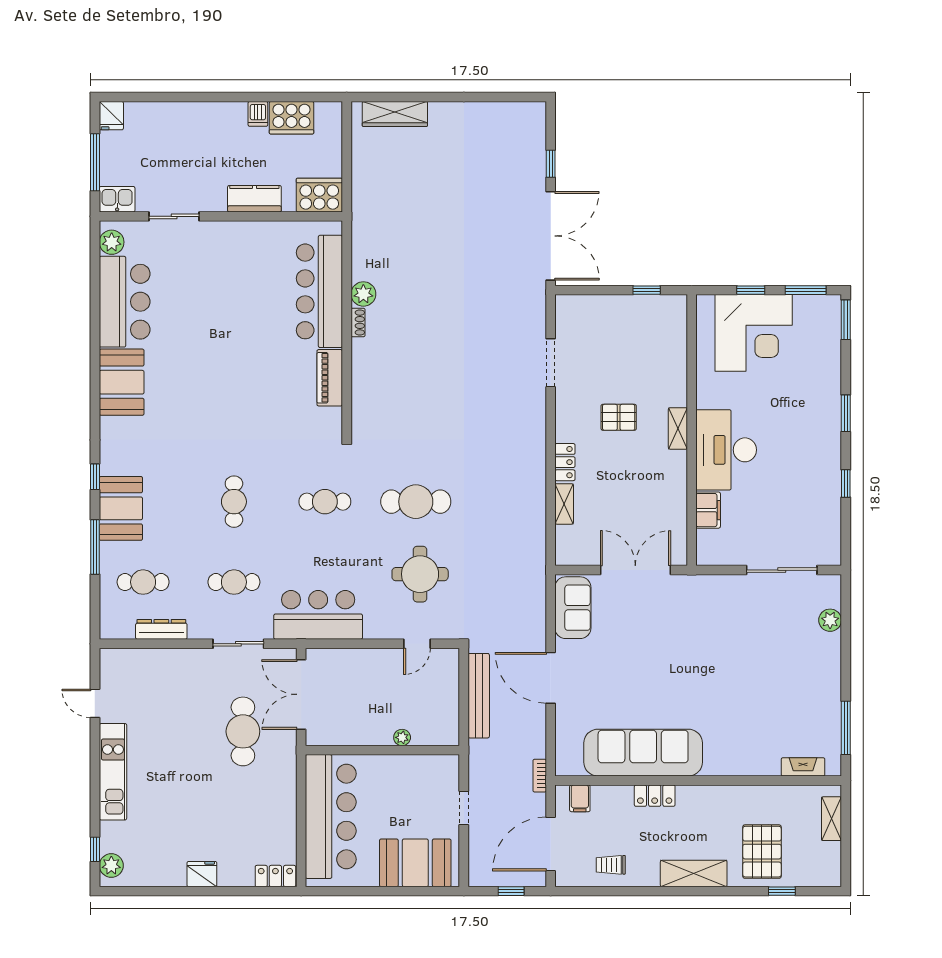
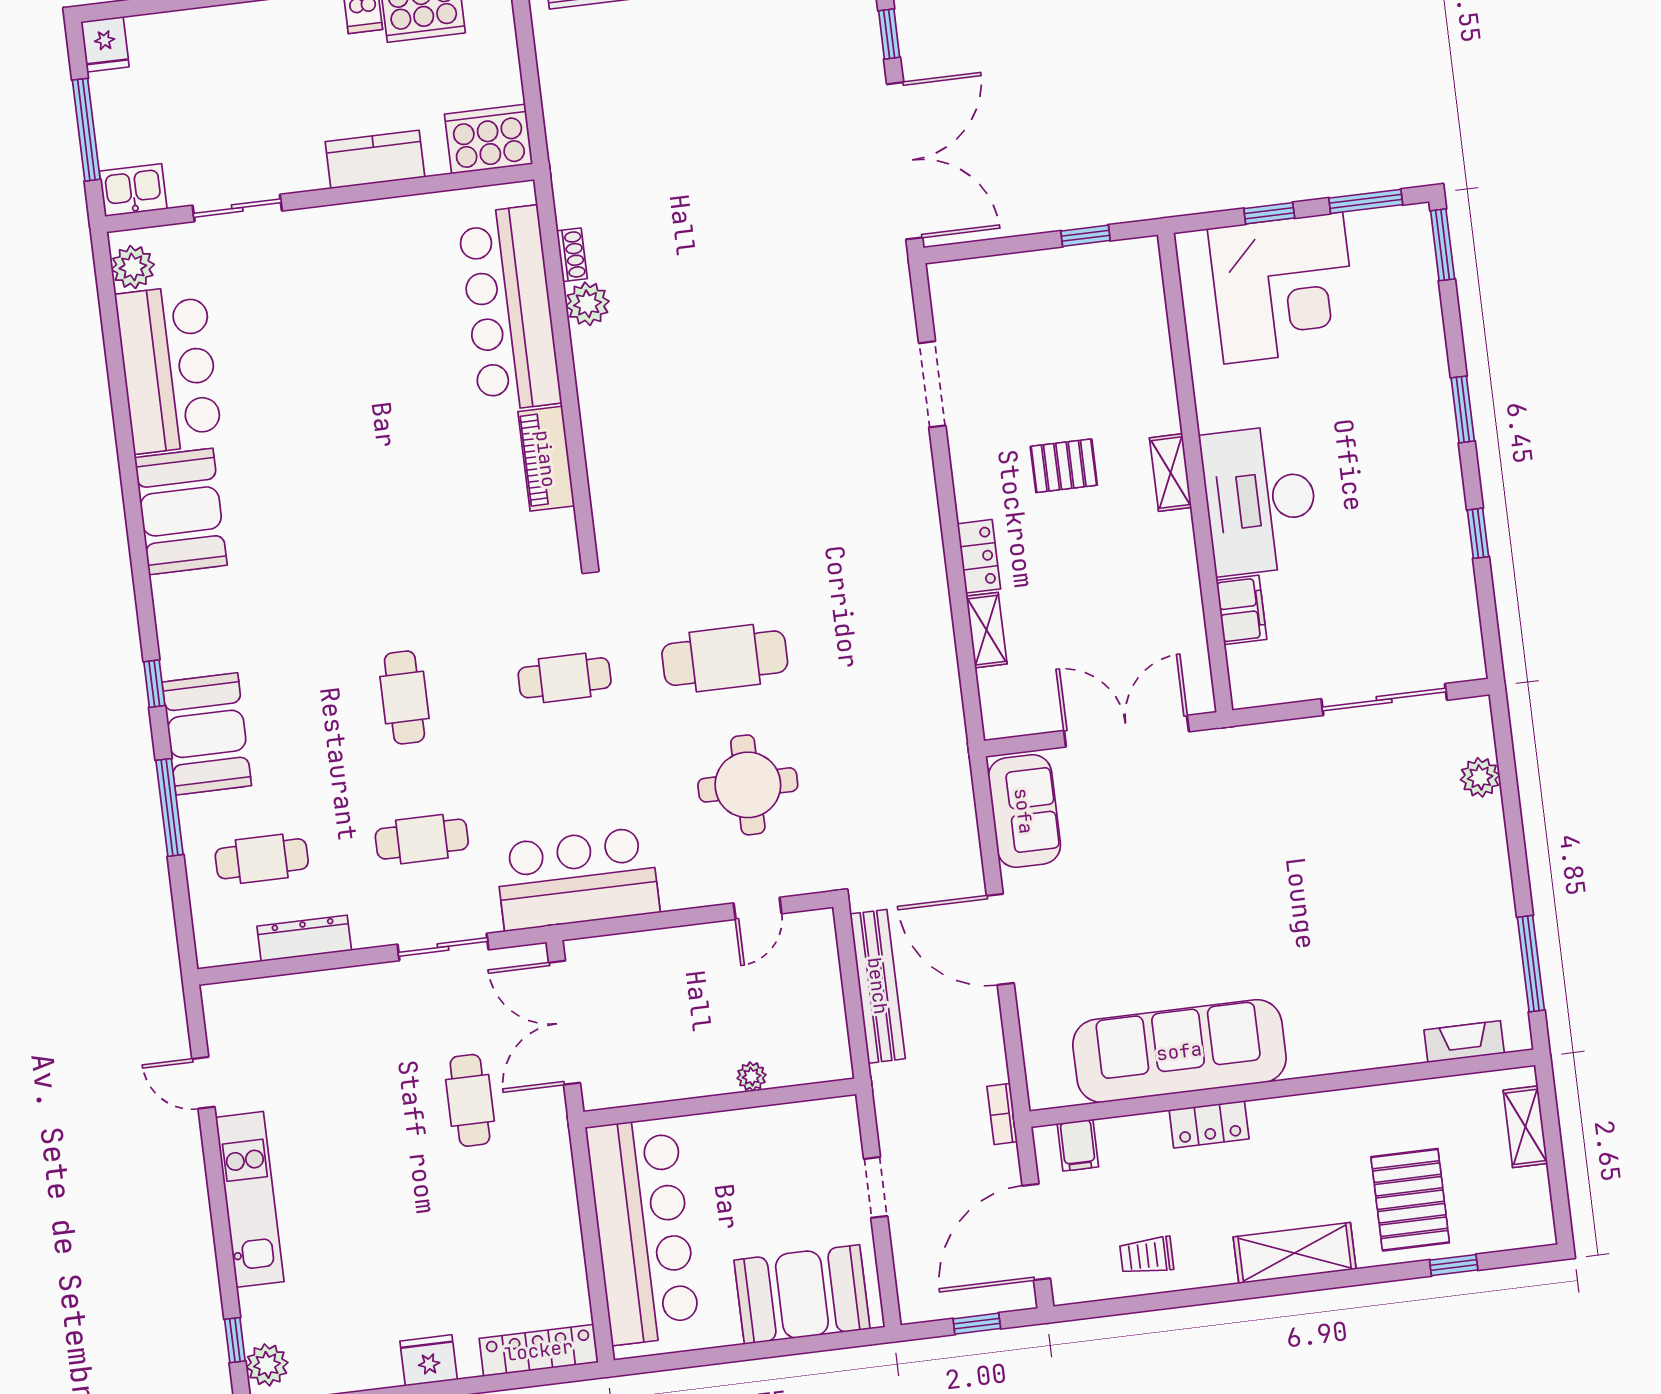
shoe rack: (358, 322) -> (572, 255), moved
cafe table: (243, 731) -> (470, 1100), width x0.73, depth x0.74
locker: (275, 876) -> (539, 1350), width x1.53

